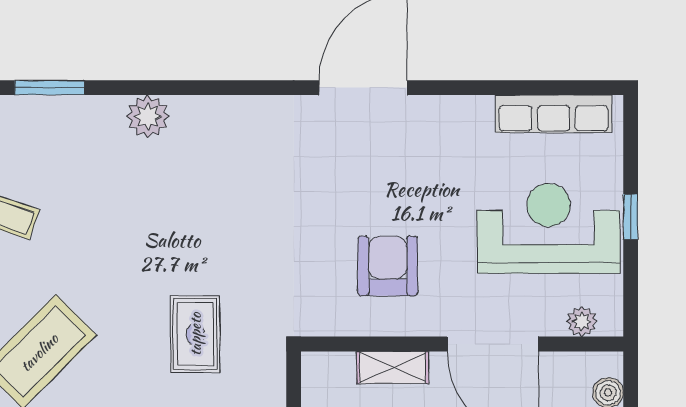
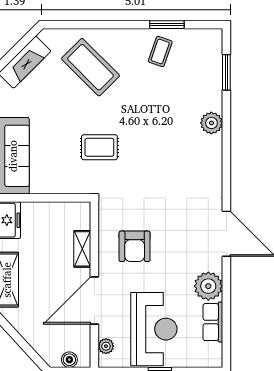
row of seats: (554, 114) -> (213, 322), width x0.68
plant: (465, 123) -> (208, 286), added
armchair: (388, 266) -> (135, 246), turned 90

